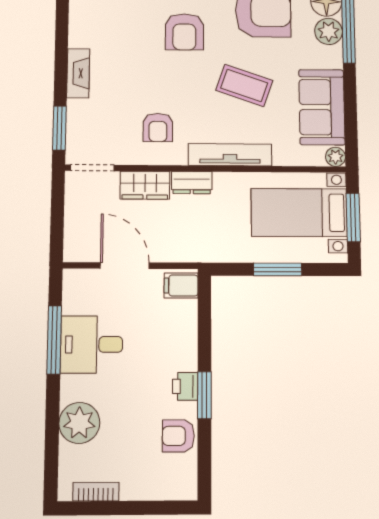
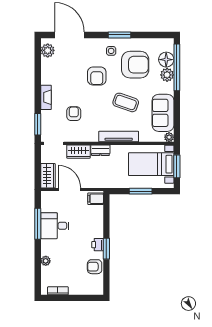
armchair: (158, 127) -> (74, 114), moved, turned 180
wardrobe: (79, 236) -> (48, 176), added
plant: (79, 423) -> (46, 261), width x0.53, depth x0.53

